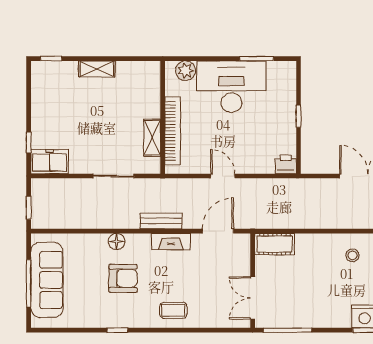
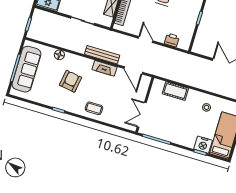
printer: (286, 164) -> (172, 40), moved
bench: (161, 221) -> (102, 55), width x1.36
door: (218, 231) -> (133, 70), swing flipped
floor lamp: (117, 242) -> (59, 55), moved
cot: (275, 244) -> (175, 91), moved
armchair: (123, 278) -> (71, 81), turned -81

